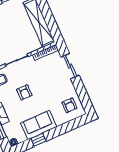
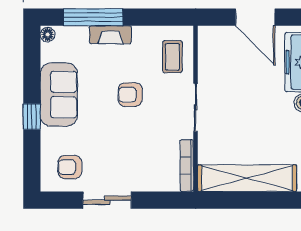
sliding door: (70, 66) -> (107, 200), moved
window: (38, 140) -> (32, 117), moved

